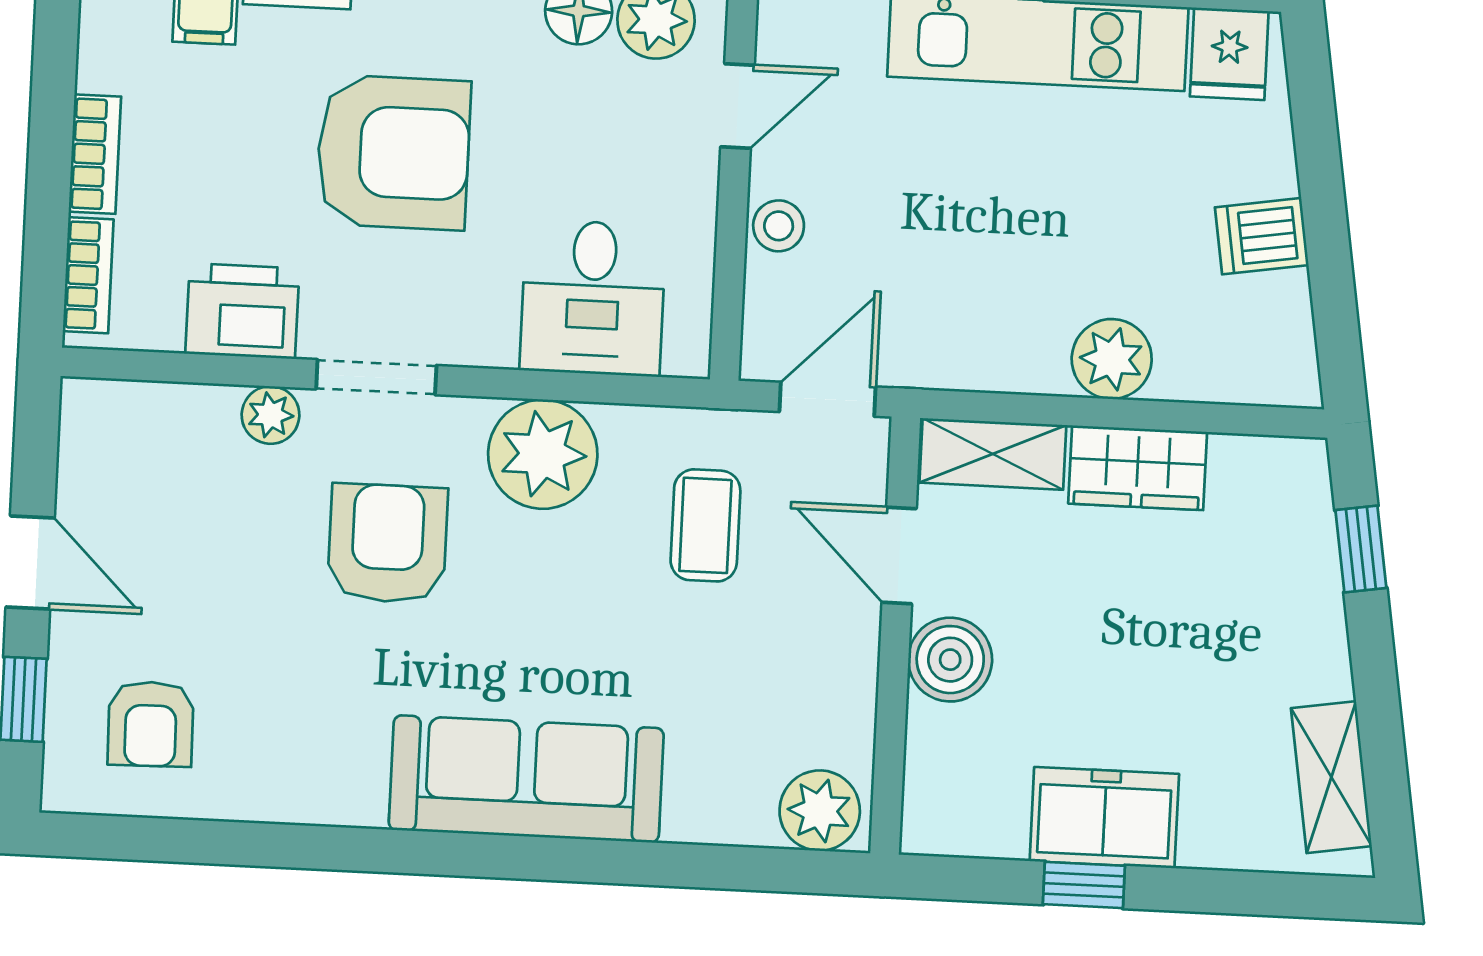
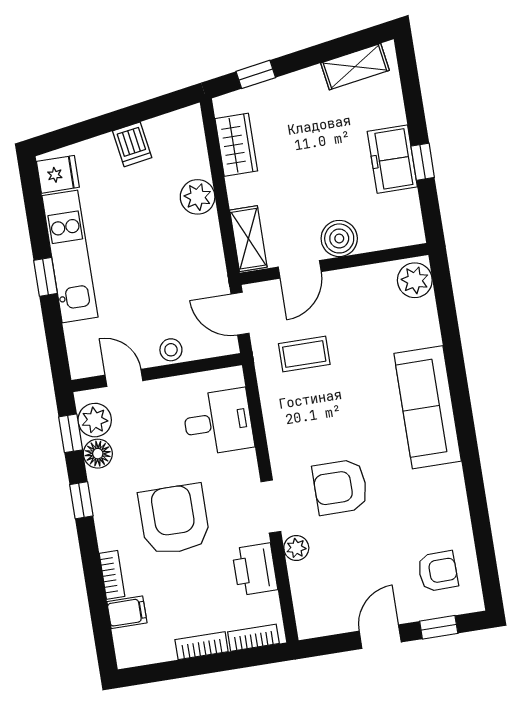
plant: (543, 454) -> (289, 429), removed
wardrobe: (1138, 468) -> (236, 145), moved

